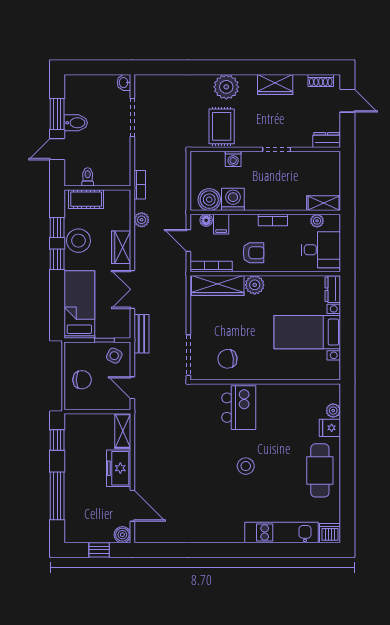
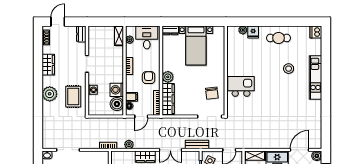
rug: (222, 126) -> (73, 97), turned 90
stool: (246, 466) -> (289, 69), moved
cafe table: (320, 470) -> (279, 38), width x0.73, depth x0.74
kitchen unit: (282, 532) -> (316, 77), moved

